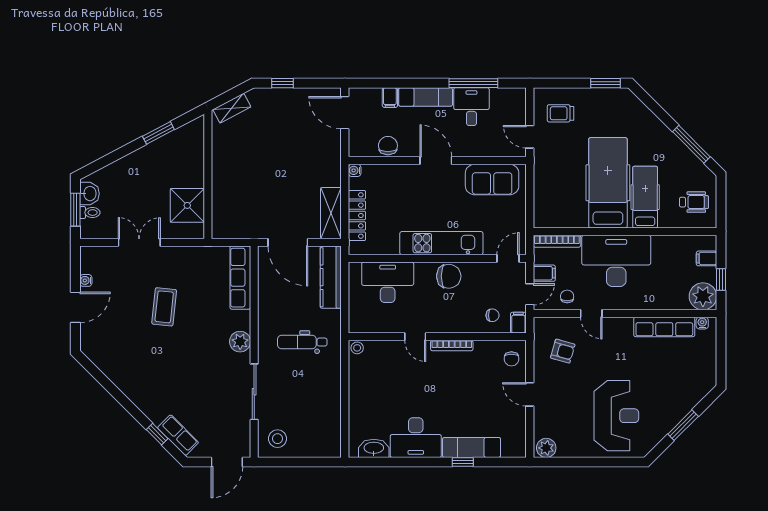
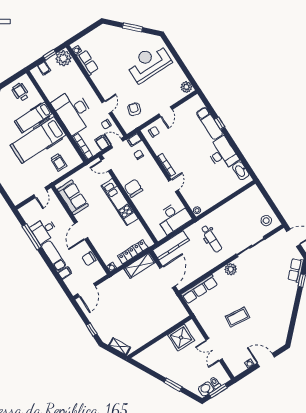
trolley: (561, 113) -> (59, 162), moved
window: (158, 133) -> (173, 385), moved
desk: (388, 282) -> (174, 217), moved, turned -90
row of seats: (664, 327) -> (87, 63), width x0.68

